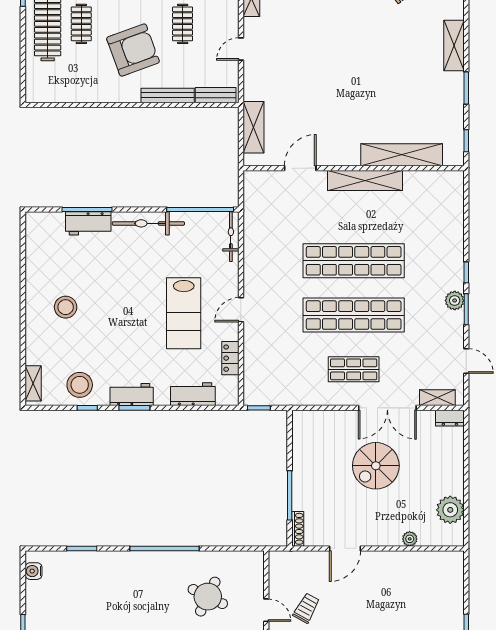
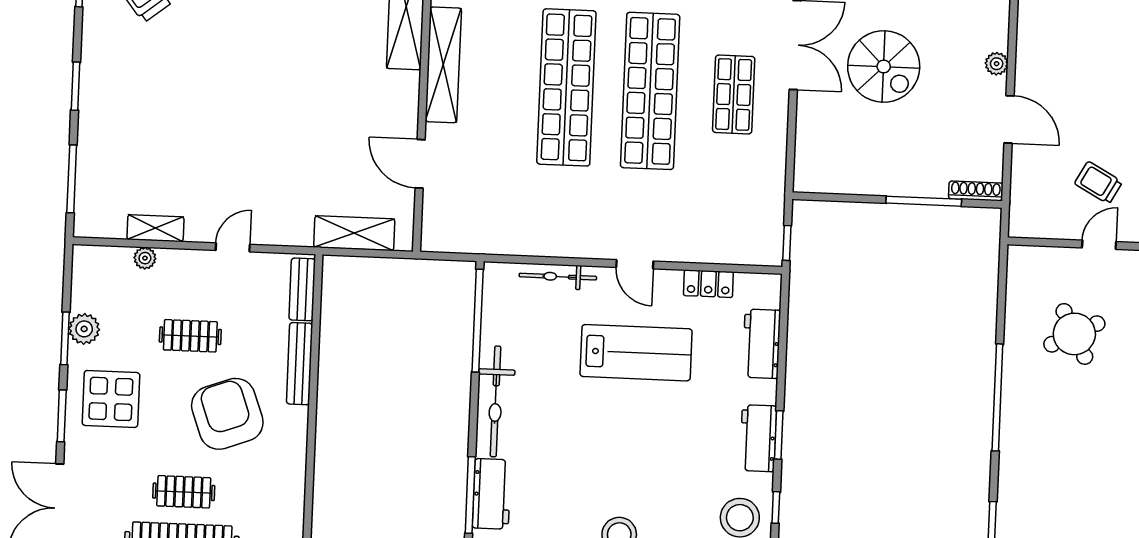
door: (241, 49) -> (233, 247), swing flipped
bicycle: (231, 237) -> (558, 277), moved
plant: (410, 539) -> (997, 64), moved
round table: (208, 597) -> (1074, 334), turned 37

